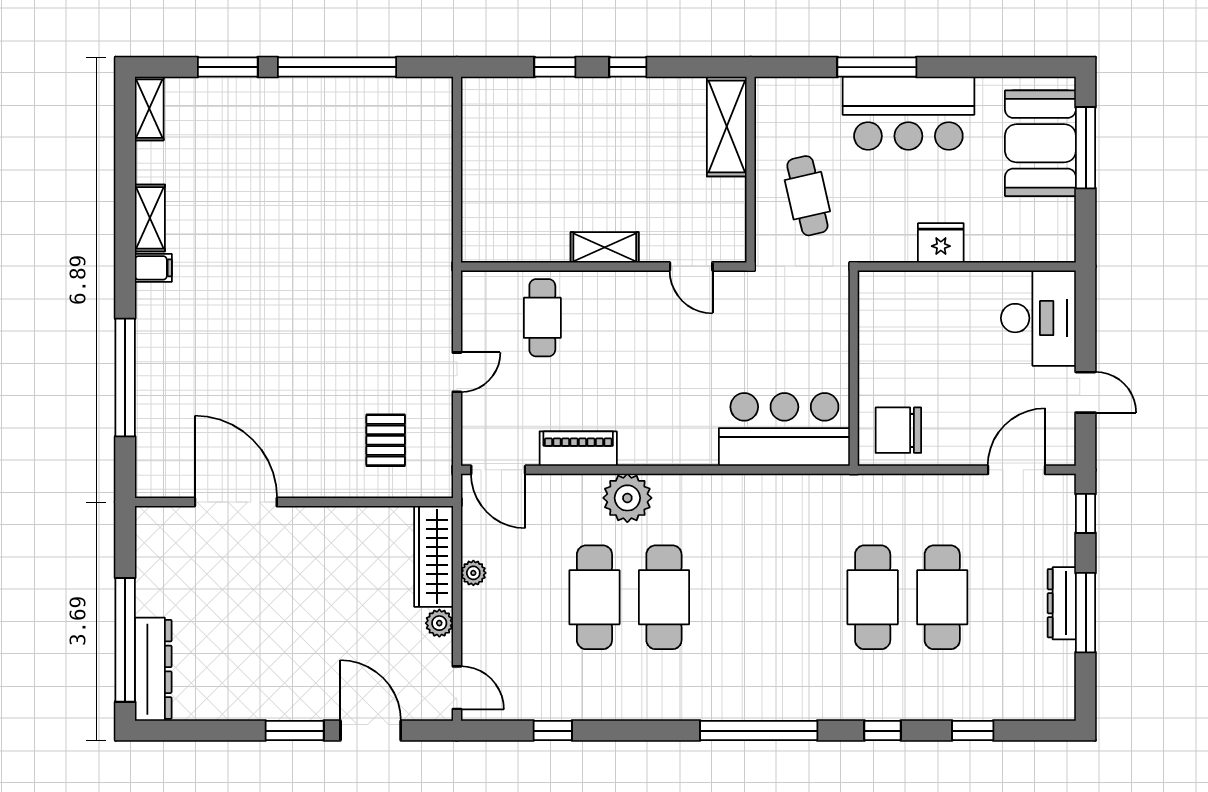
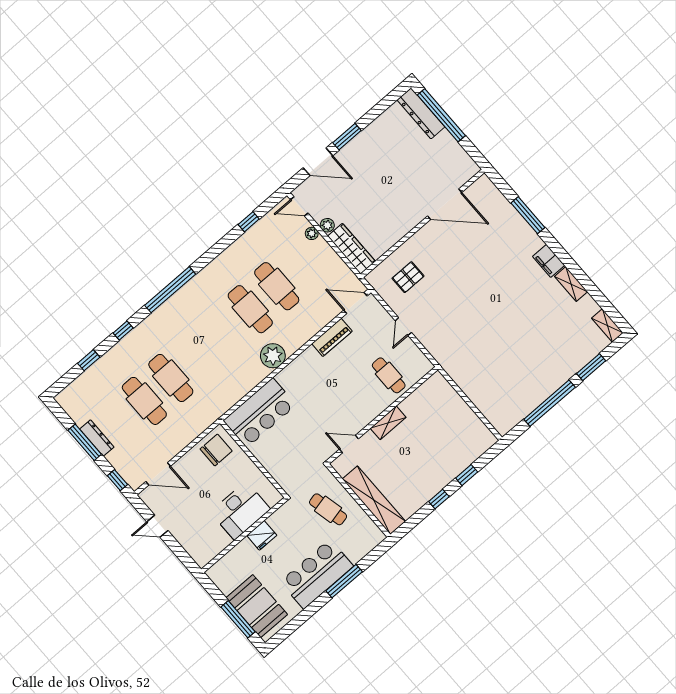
shelving: (727, 127) -> (374, 500), width x1.47
filing cabinet: (153, 268) -> (549, 261), width x2.00
desk: (1038, 318) -> (240, 511), moved, turned -90
window: (125, 377) -> (528, 215), width x0.68
pallet: (386, 440) -> (408, 277), turned 90
door: (1017, 470) -> (158, 474), hinge flipped
plant: (627, 498) -> (273, 356), moved
plant: (473, 573) -> (312, 233), moved

